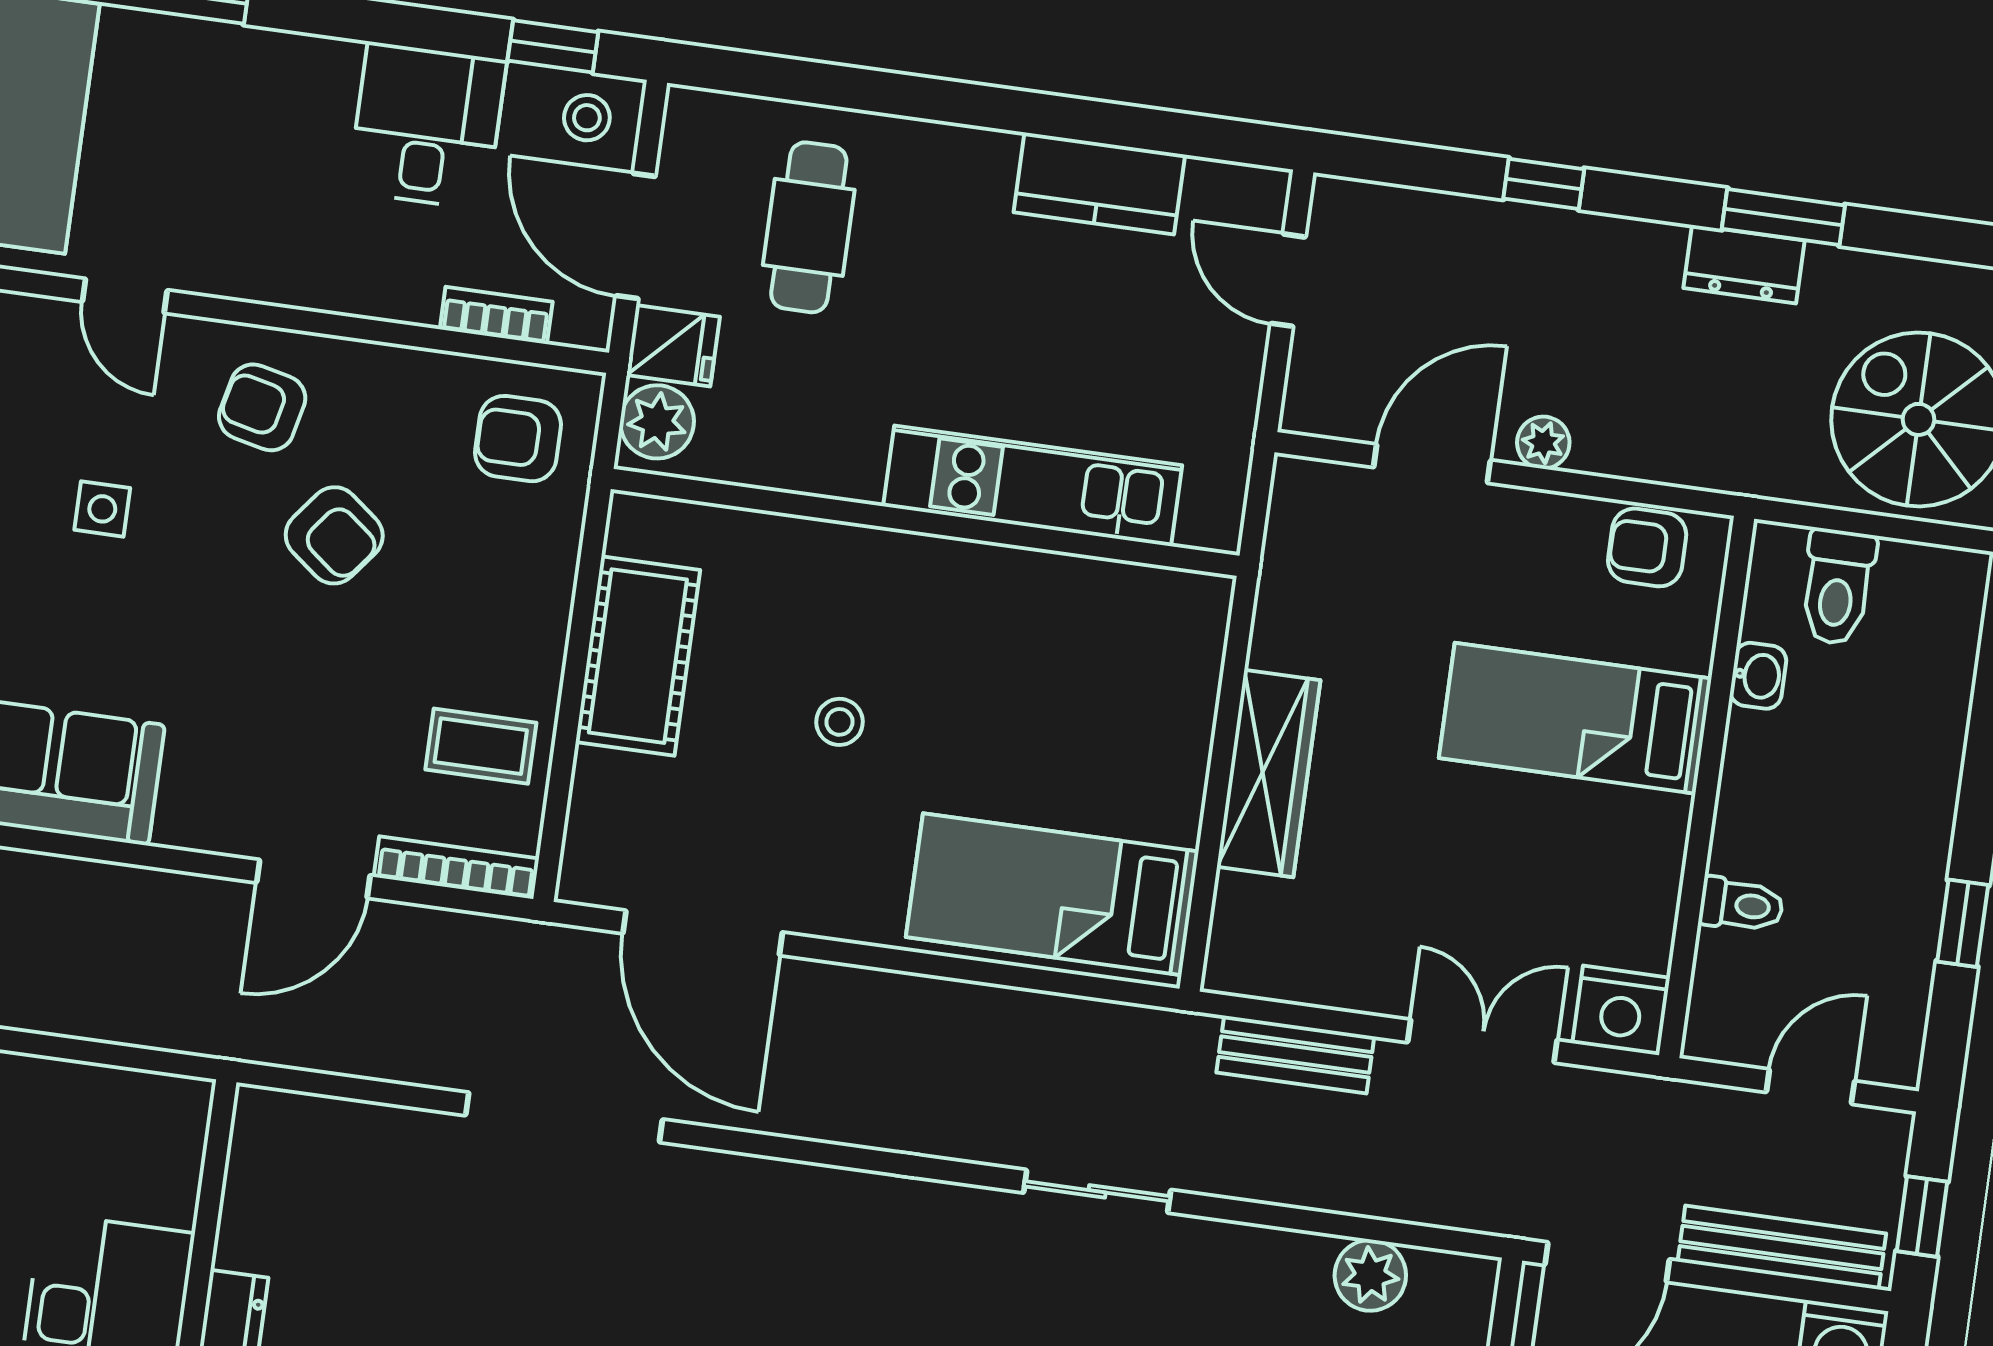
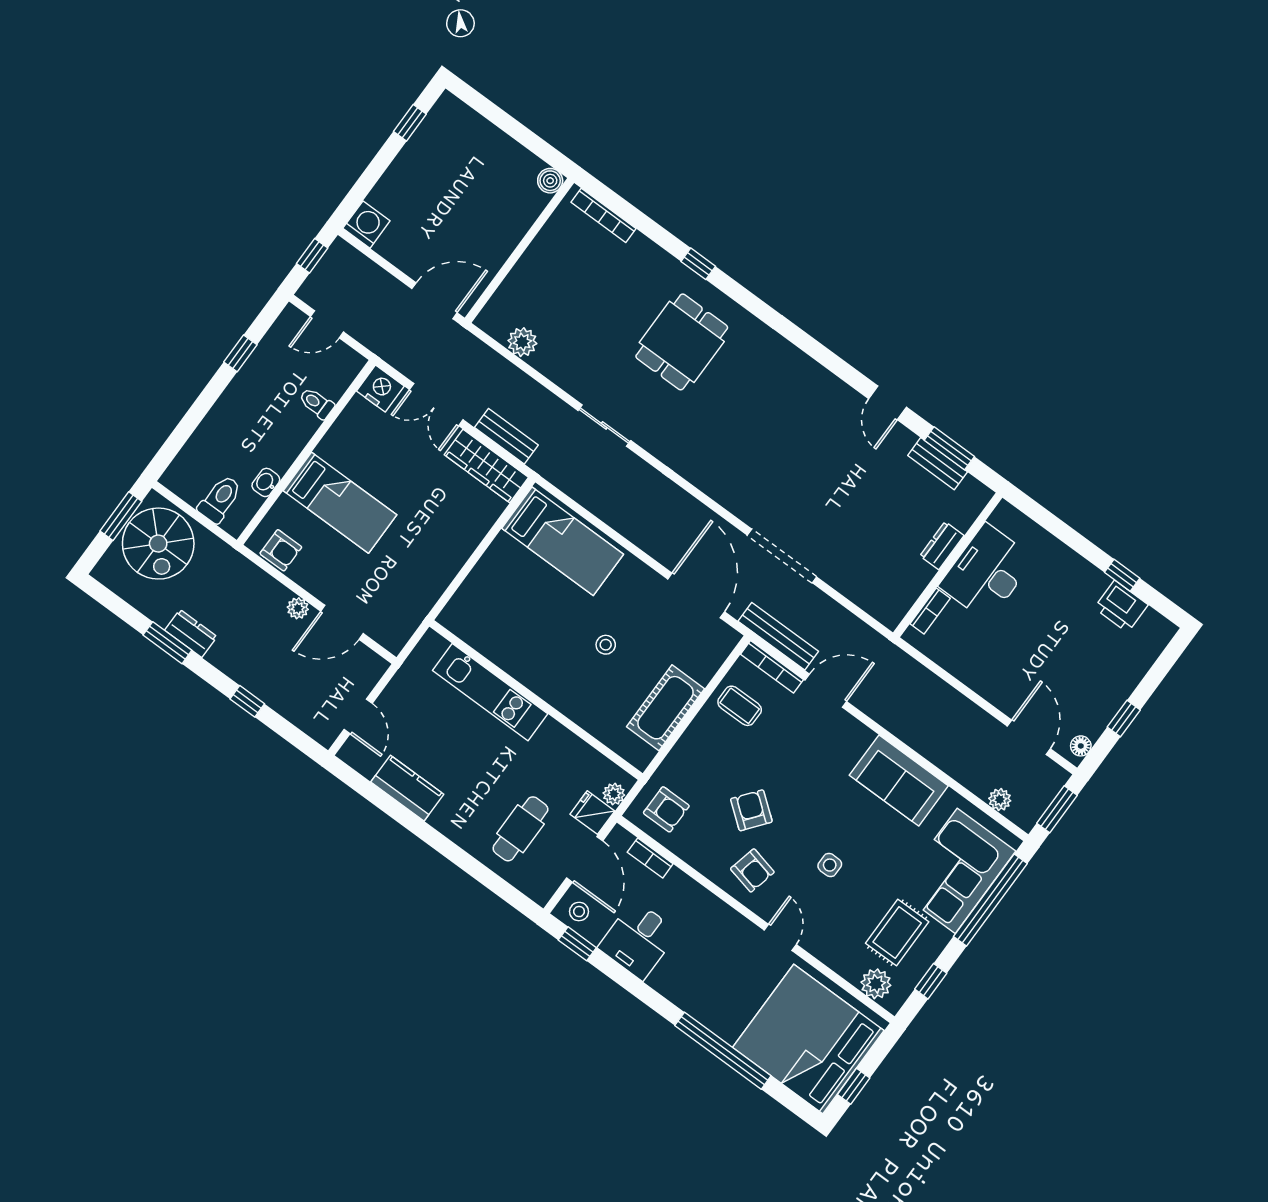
plant: (657, 422) -> (614, 794), width x0.73, depth x0.73
wardrobe: (1269, 773) -> (486, 466), moved, turned -90
bookcase: (182, 1171) -> (930, 611), added
bench: (1782, 1248) -> (778, 636), moved

